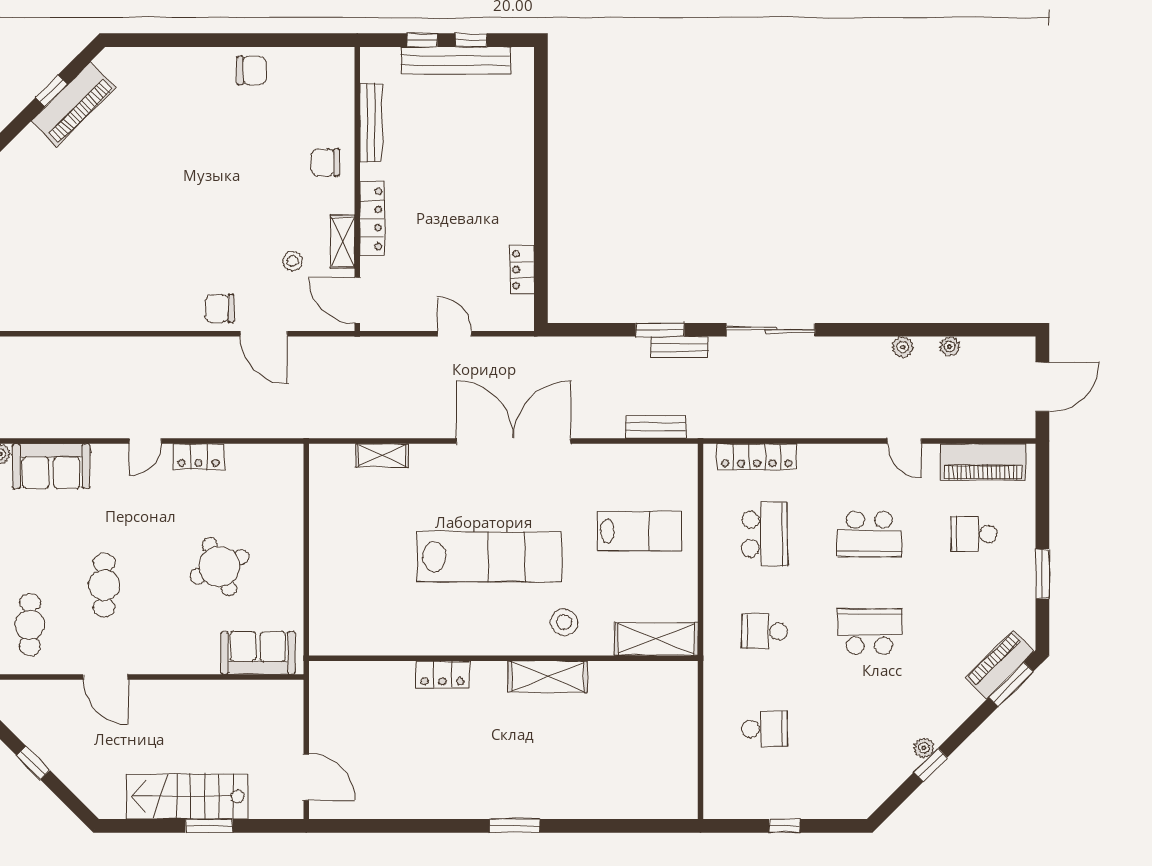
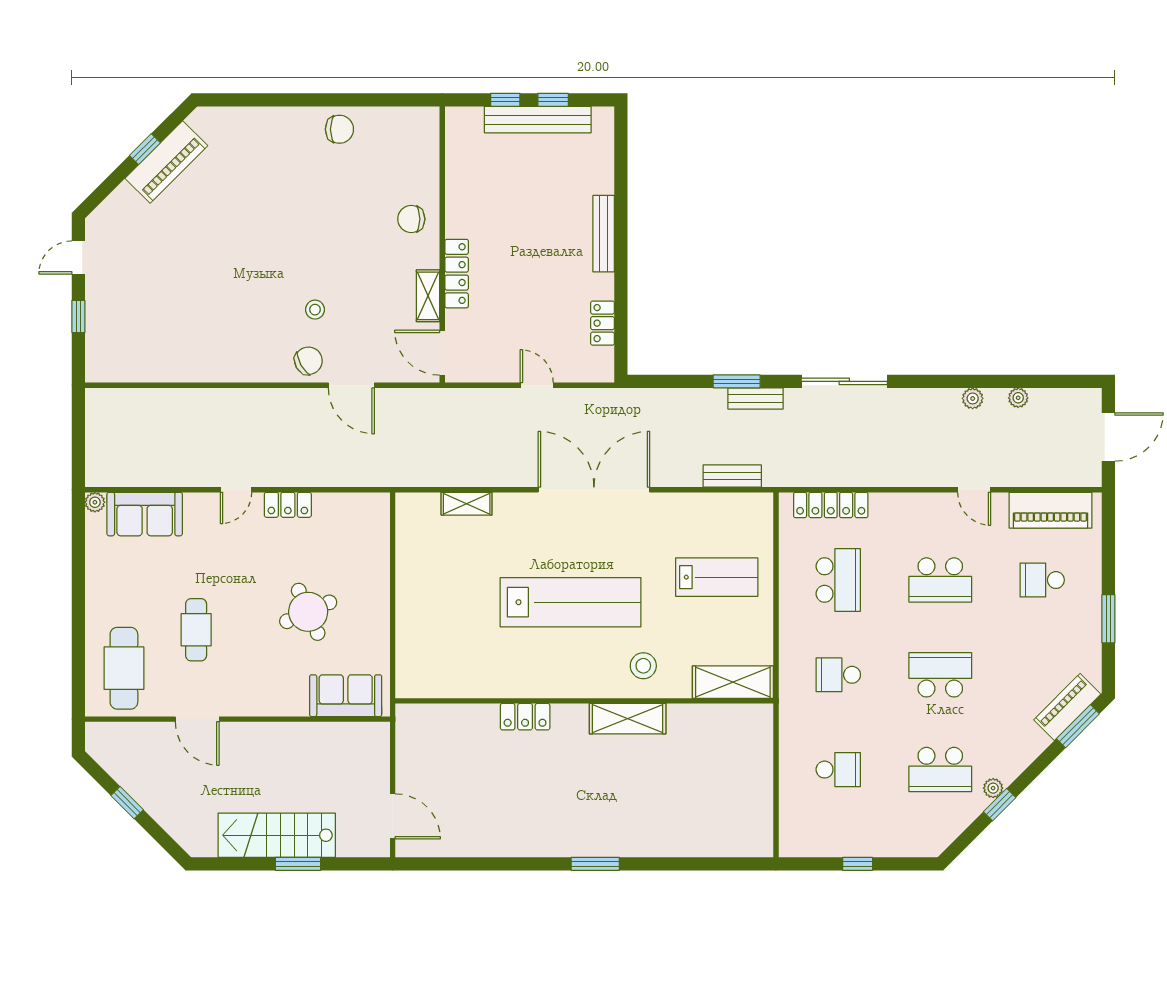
bench: (371, 123) -> (604, 234), moved
stool: (293, 261) -> (315, 310), moved
chair: (220, 308) -> (308, 361), turned 151
cafe table: (30, 625) -> (124, 668), width x1.37, depth x1.35
school desk: (869, 729) -> (940, 770), added

